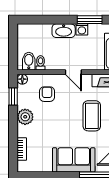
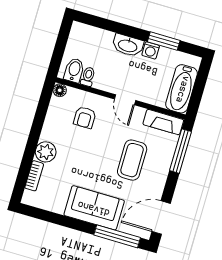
armchair: (47, 94) -> (85, 117), turned 180
window: (13, 96) -> (42, 108), removed
plant: (25, 117) -> (46, 152), moved

